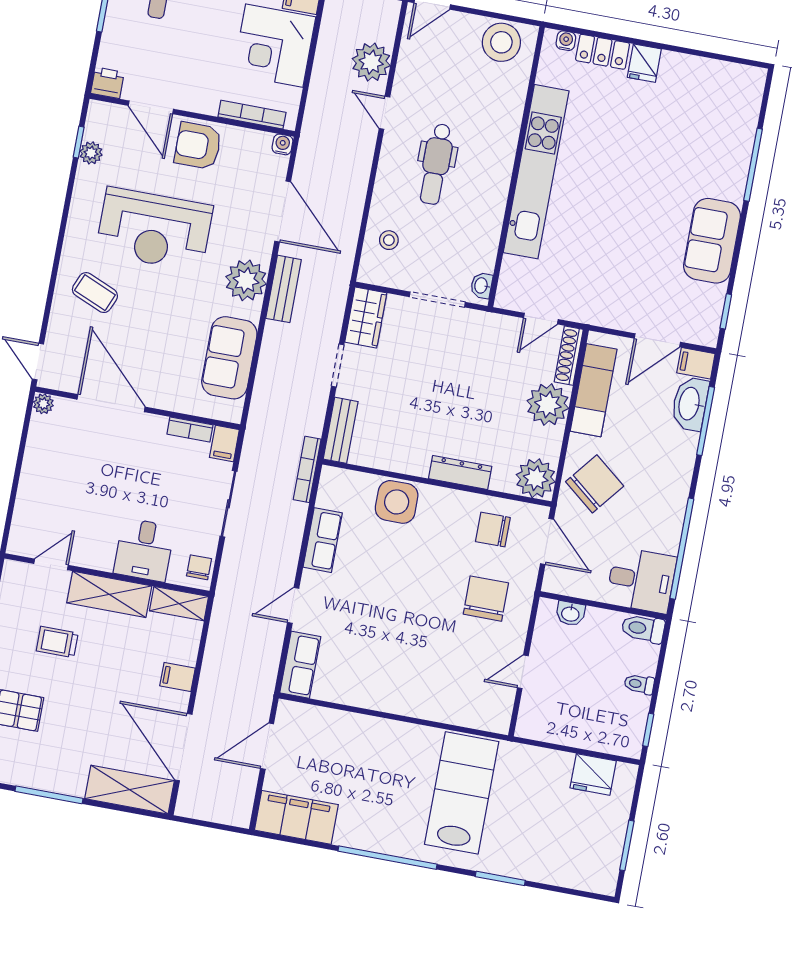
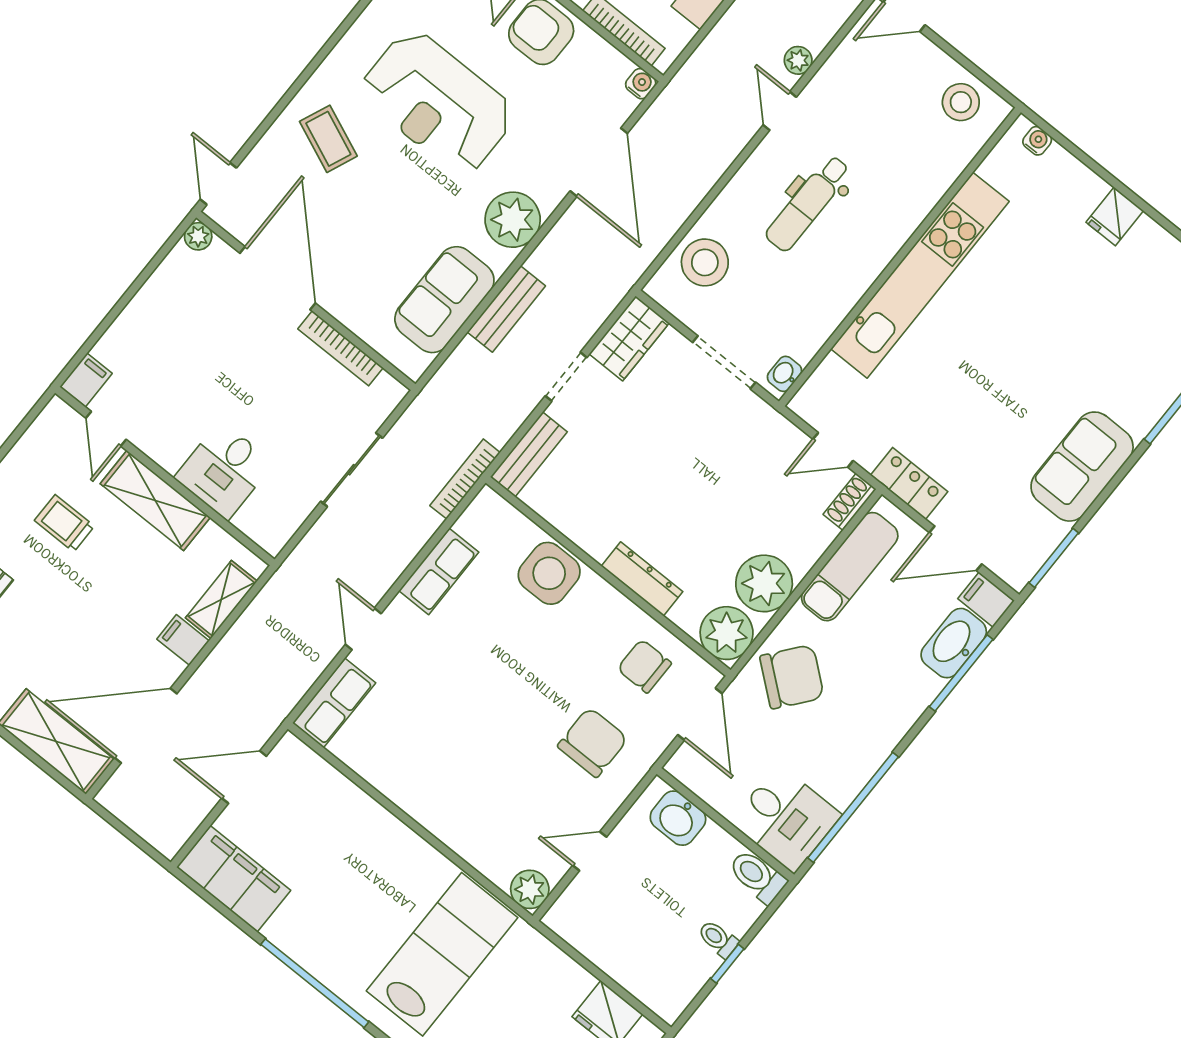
stool: (501, 42) -> (961, 102), width x0.73, depth x0.73
locker: (603, 52) -> (909, 483), moved, turned 180
plant: (371, 62) -> (798, 60), width x0.53, depth x0.53
stool: (389, 240) -> (705, 262), width x1.89, depth x1.89
bench: (284, 289) -> (506, 309), moved
window: (726, 311) -> (1054, 558), width x1.50
shoe rack: (569, 356) -> (850, 502), width x0.70
plant: (548, 405) -> (764, 583), moved
bookcase: (190, 429) -> (341, 348), width x1.56
filing cabinet: (224, 444) -> (86, 380), moved, turned 180
door: (51, 564) -> (106, 429), swing flipped
chair: (199, 567) -> (277, 525), removed
shelving: (179, 604) -> (221, 599), moved, turned 90
door: (293, 605) -> (363, 629), hinge flipped
washbasin: (570, 613) -> (678, 818), width x1.38, depth x1.45
plant: (497, 719) -> (530, 889), added
window: (648, 730) -> (727, 964), moved
door: (183, 747) -> (146, 726), hinge flipped

